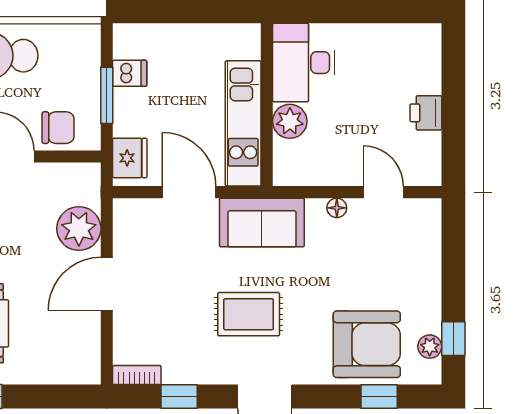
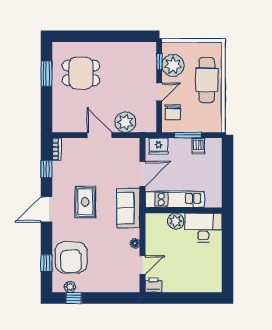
printer: (426, 113) -> (153, 285), moved

